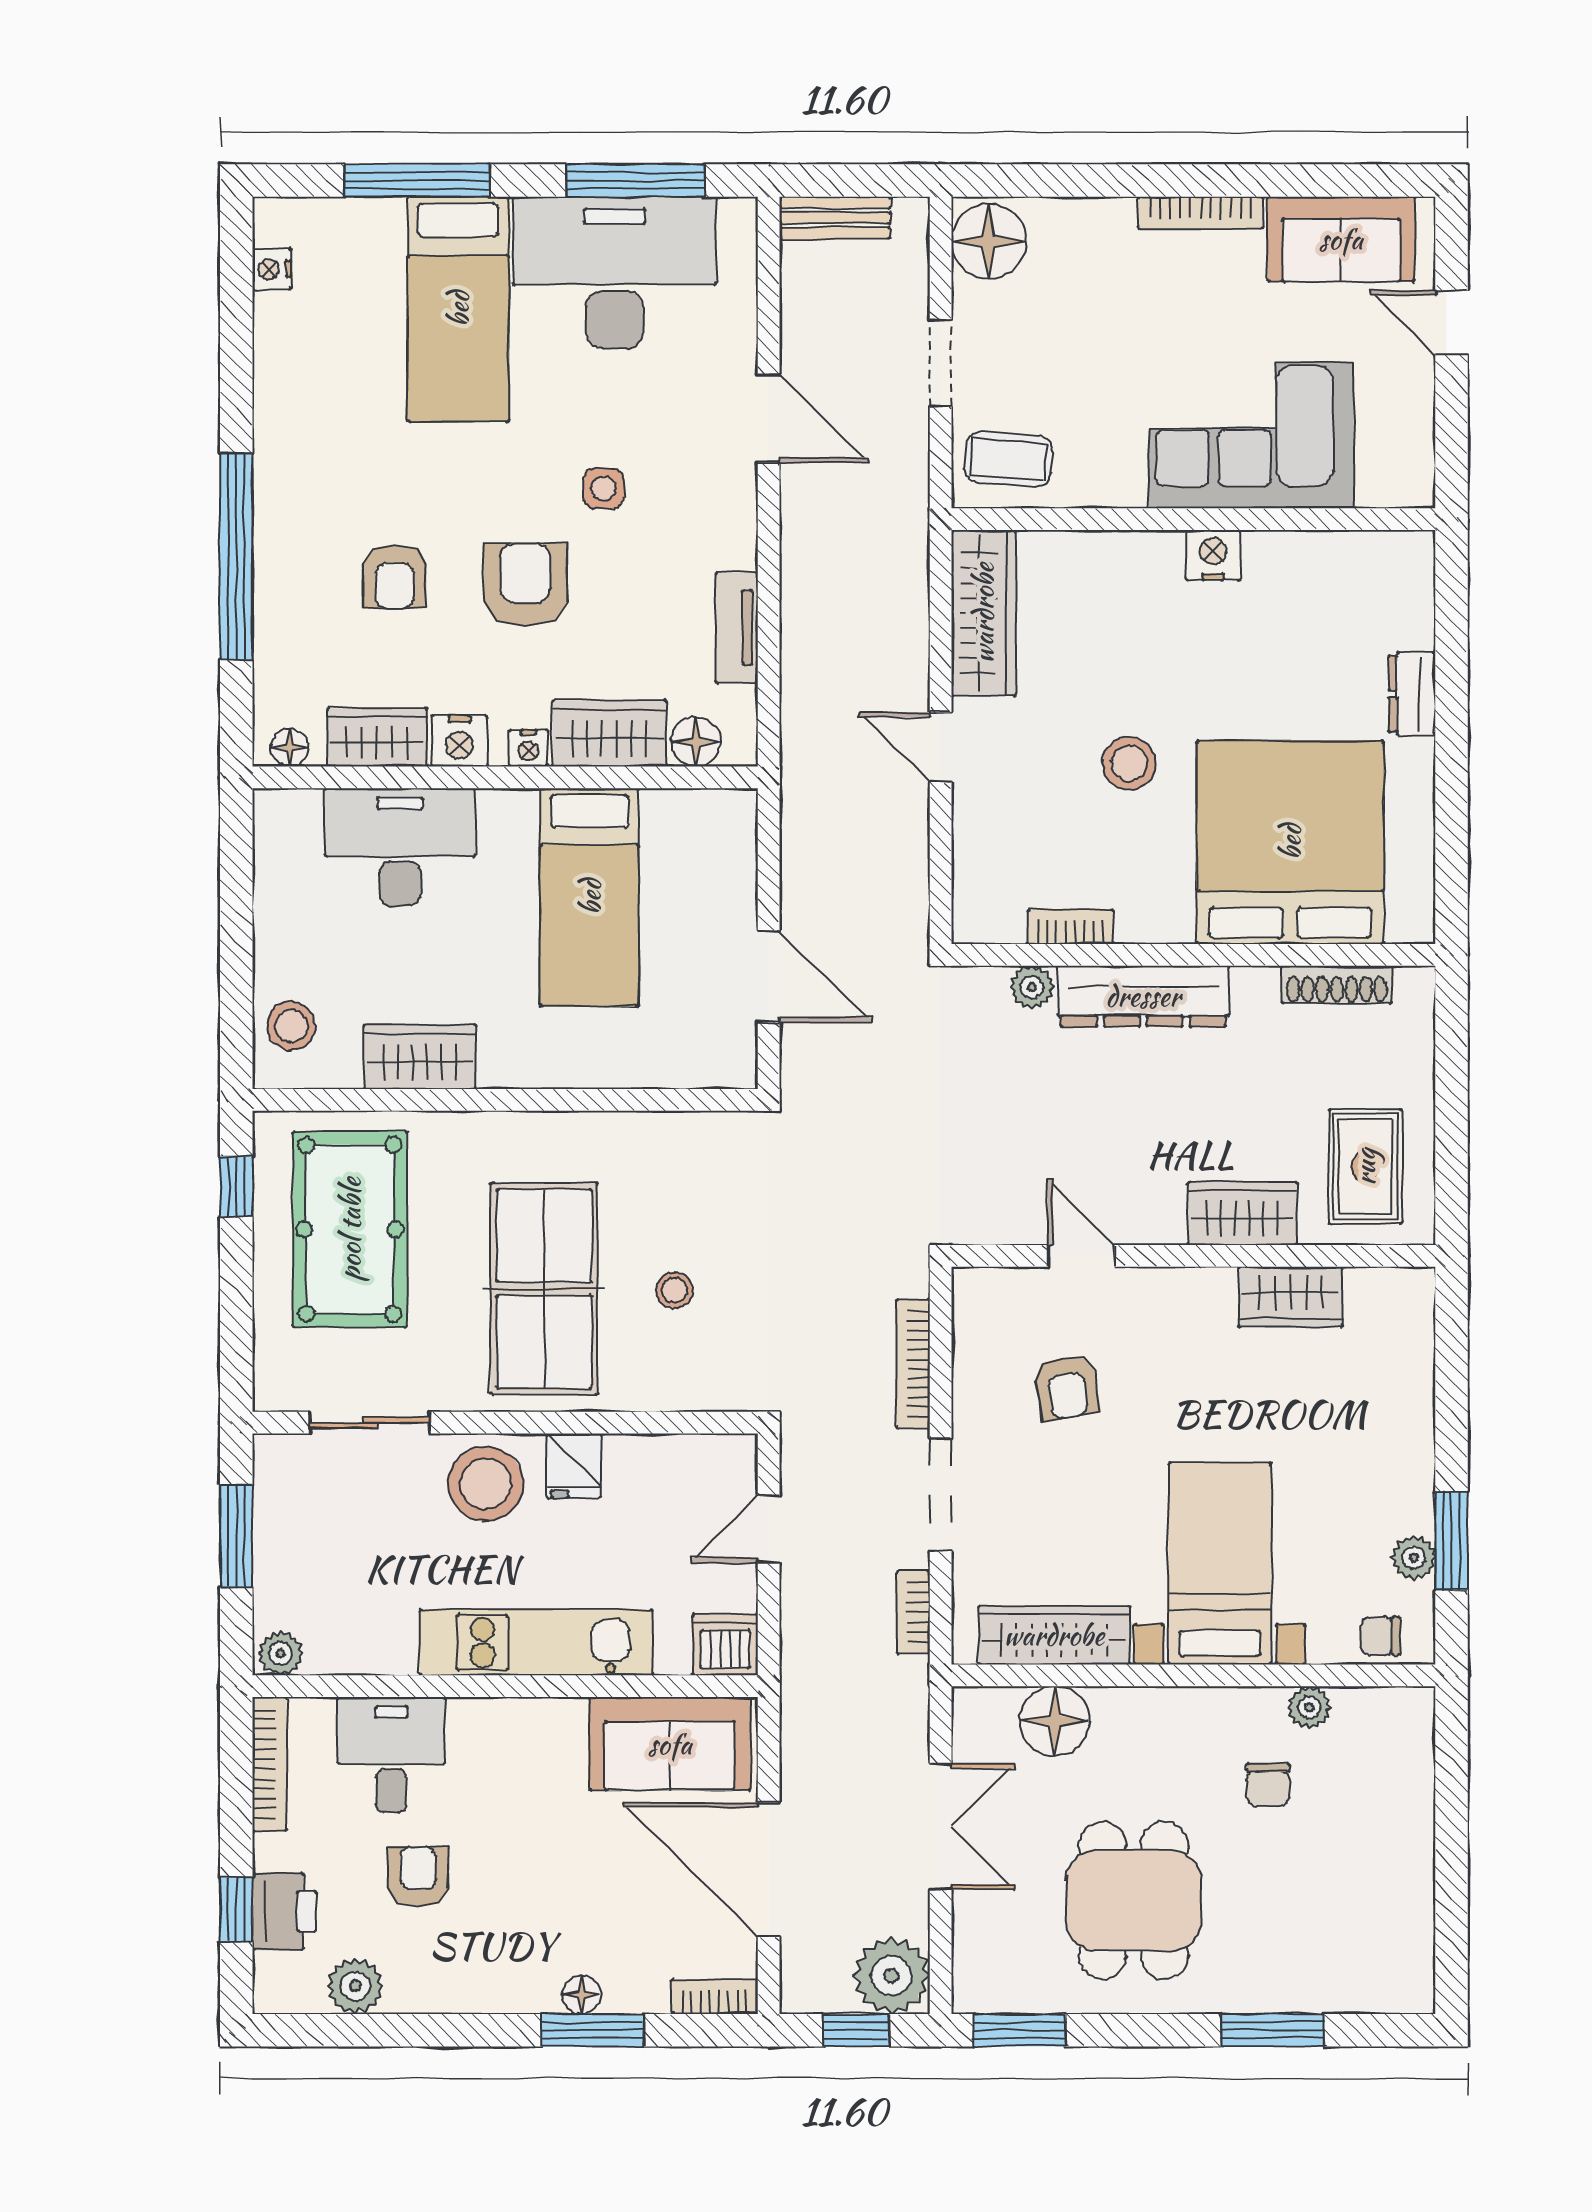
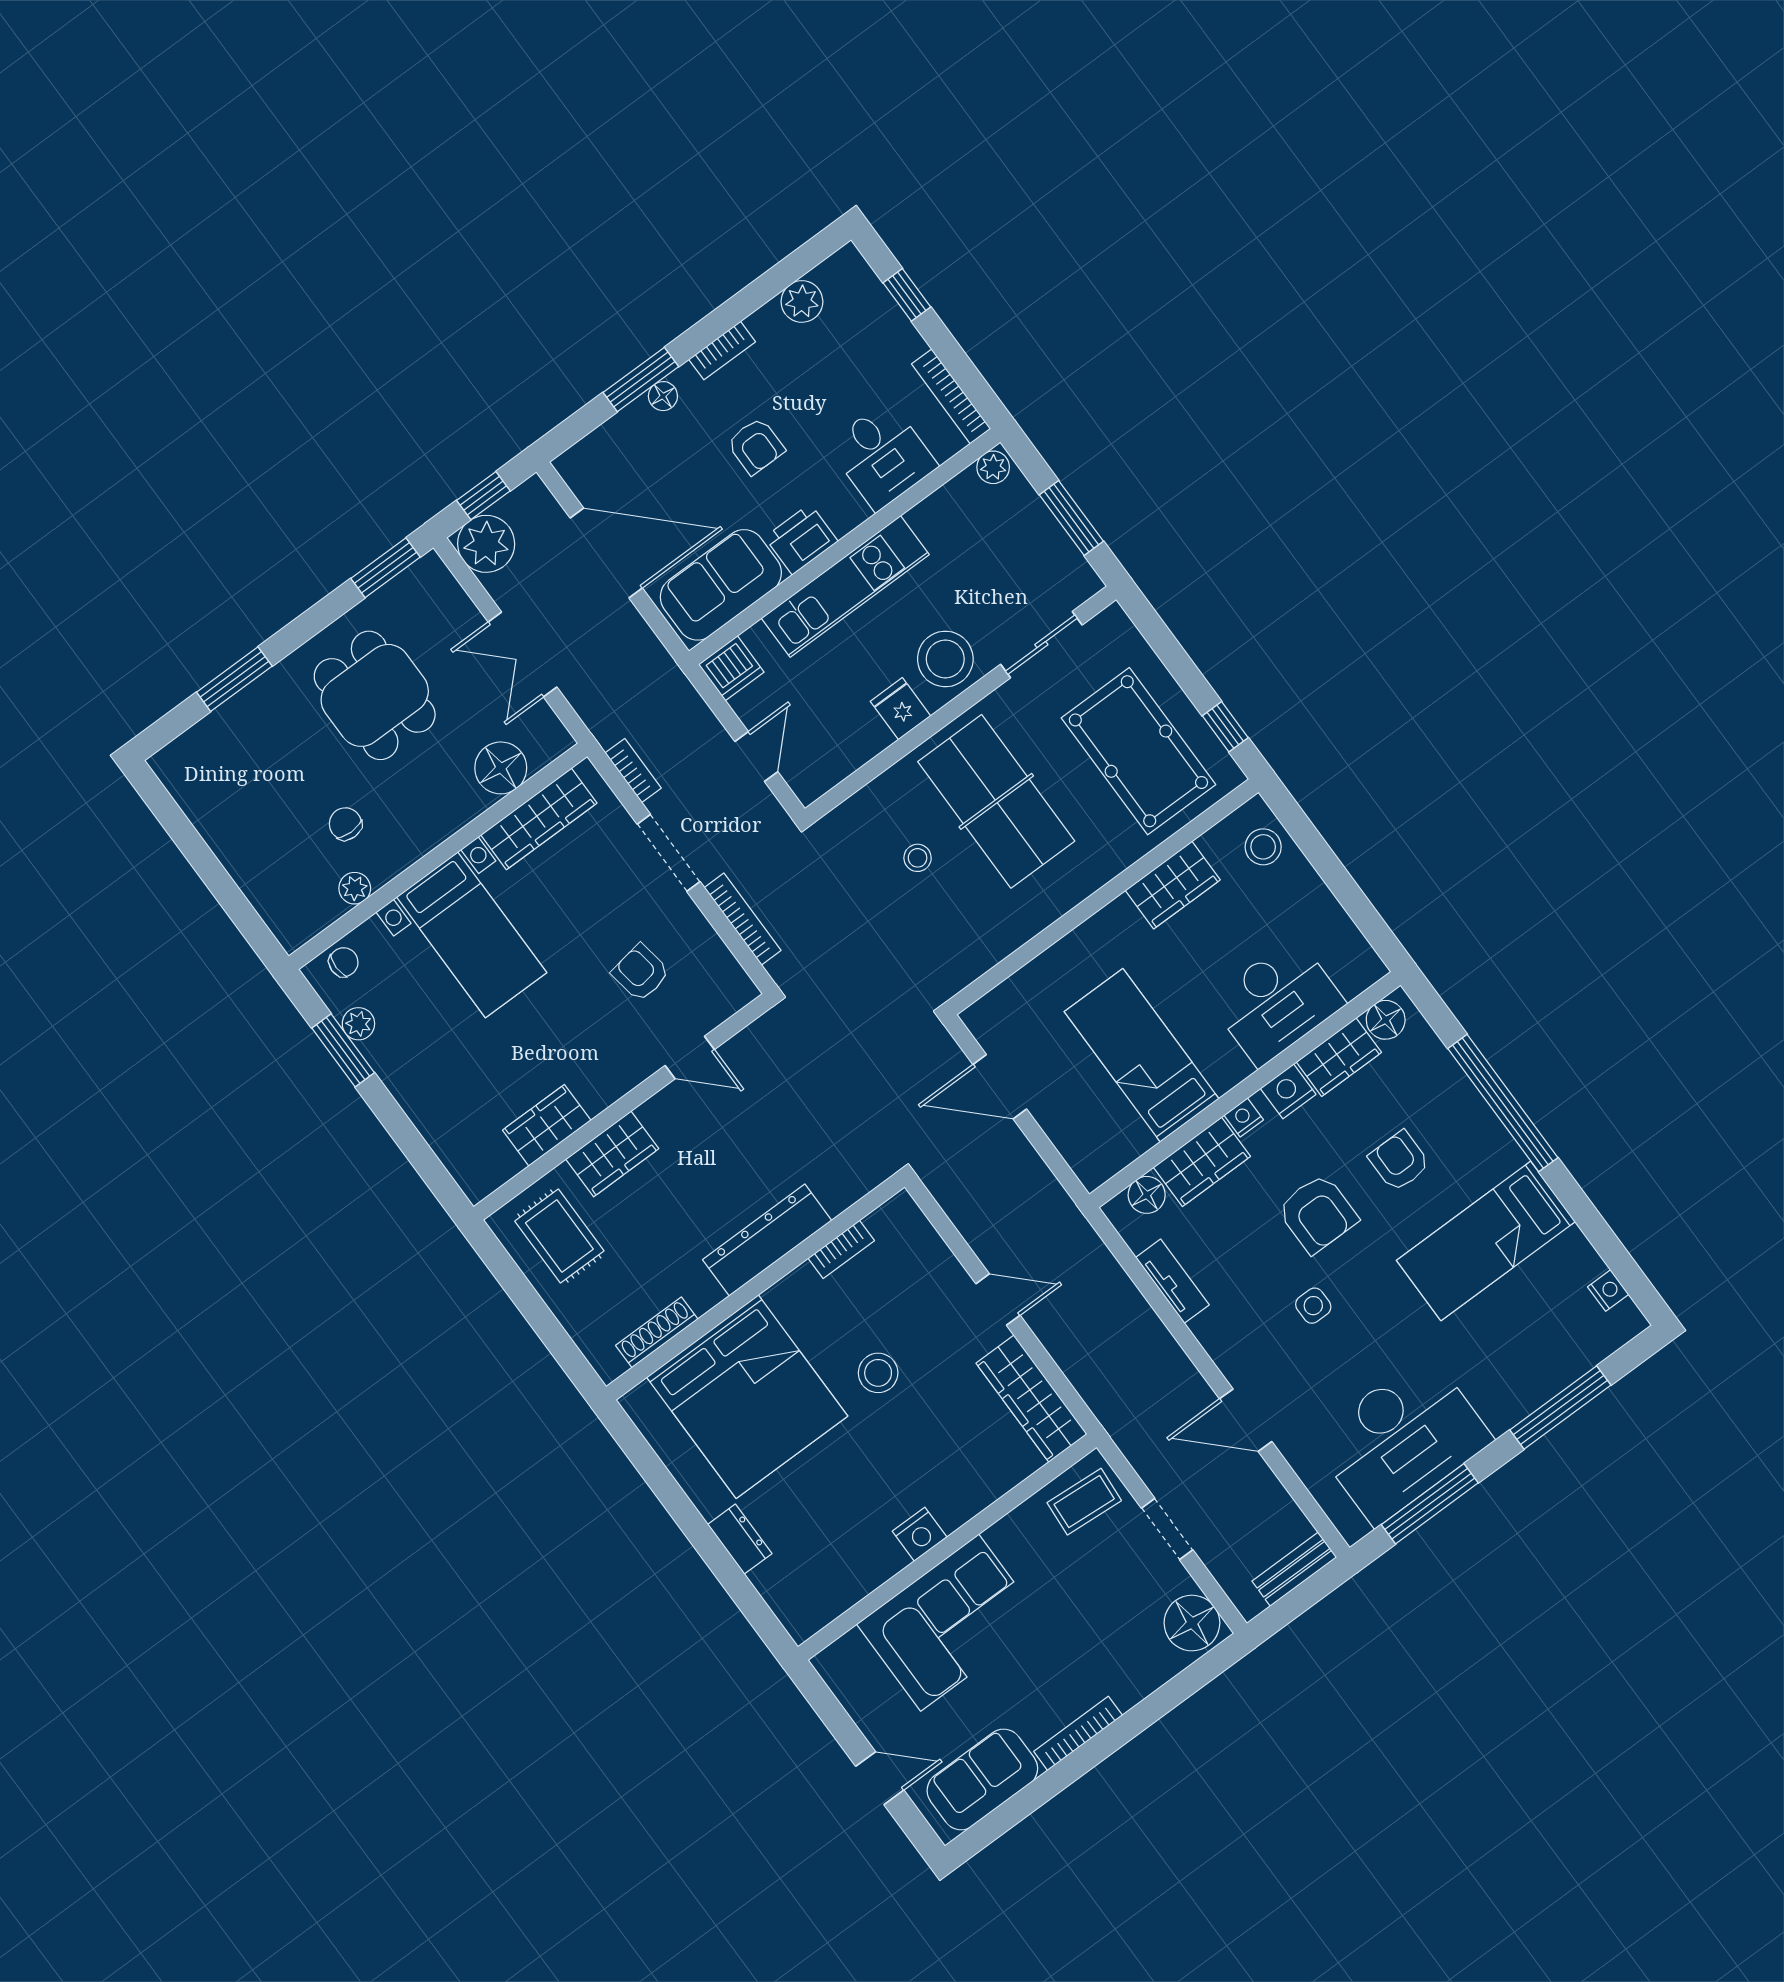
bed: (458, 309) -> (1486, 1241), moved, turned -90
floor lamp: (290, 748) -> (1386, 1020), width x1.37, depth x1.37
plant: (1032, 987) -> (838, 1196), removed
armchair: (418, 1876) -> (756, 446), moved
printer: (284, 1912) -> (801, 539), moved, turned 90
bookcase: (714, 1997) -> (722, 350), moved

